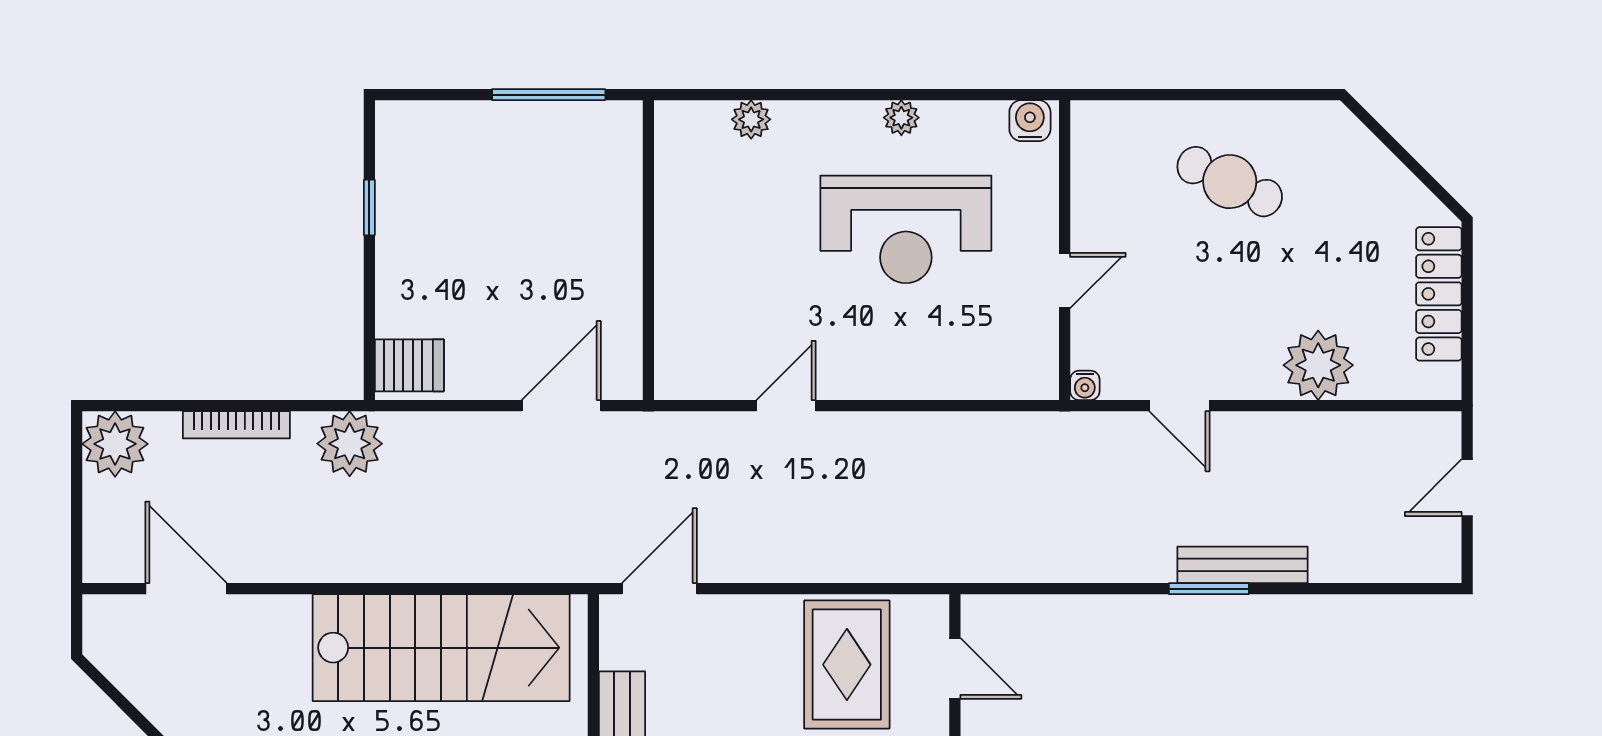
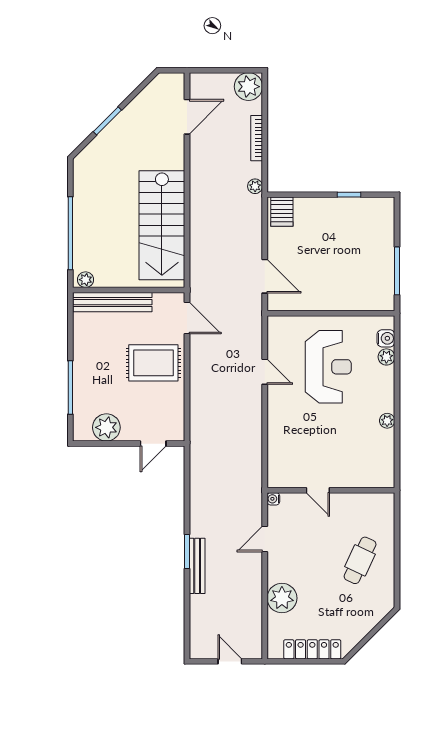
water cooler: (1030, 121) -> (386, 338), moved
reception desk: (906, 229) -> (328, 367), moved, turned 180
plant: (350, 444) -> (255, 186), width x0.53, depth x0.53
rug: (847, 665) -> (153, 363), moved

